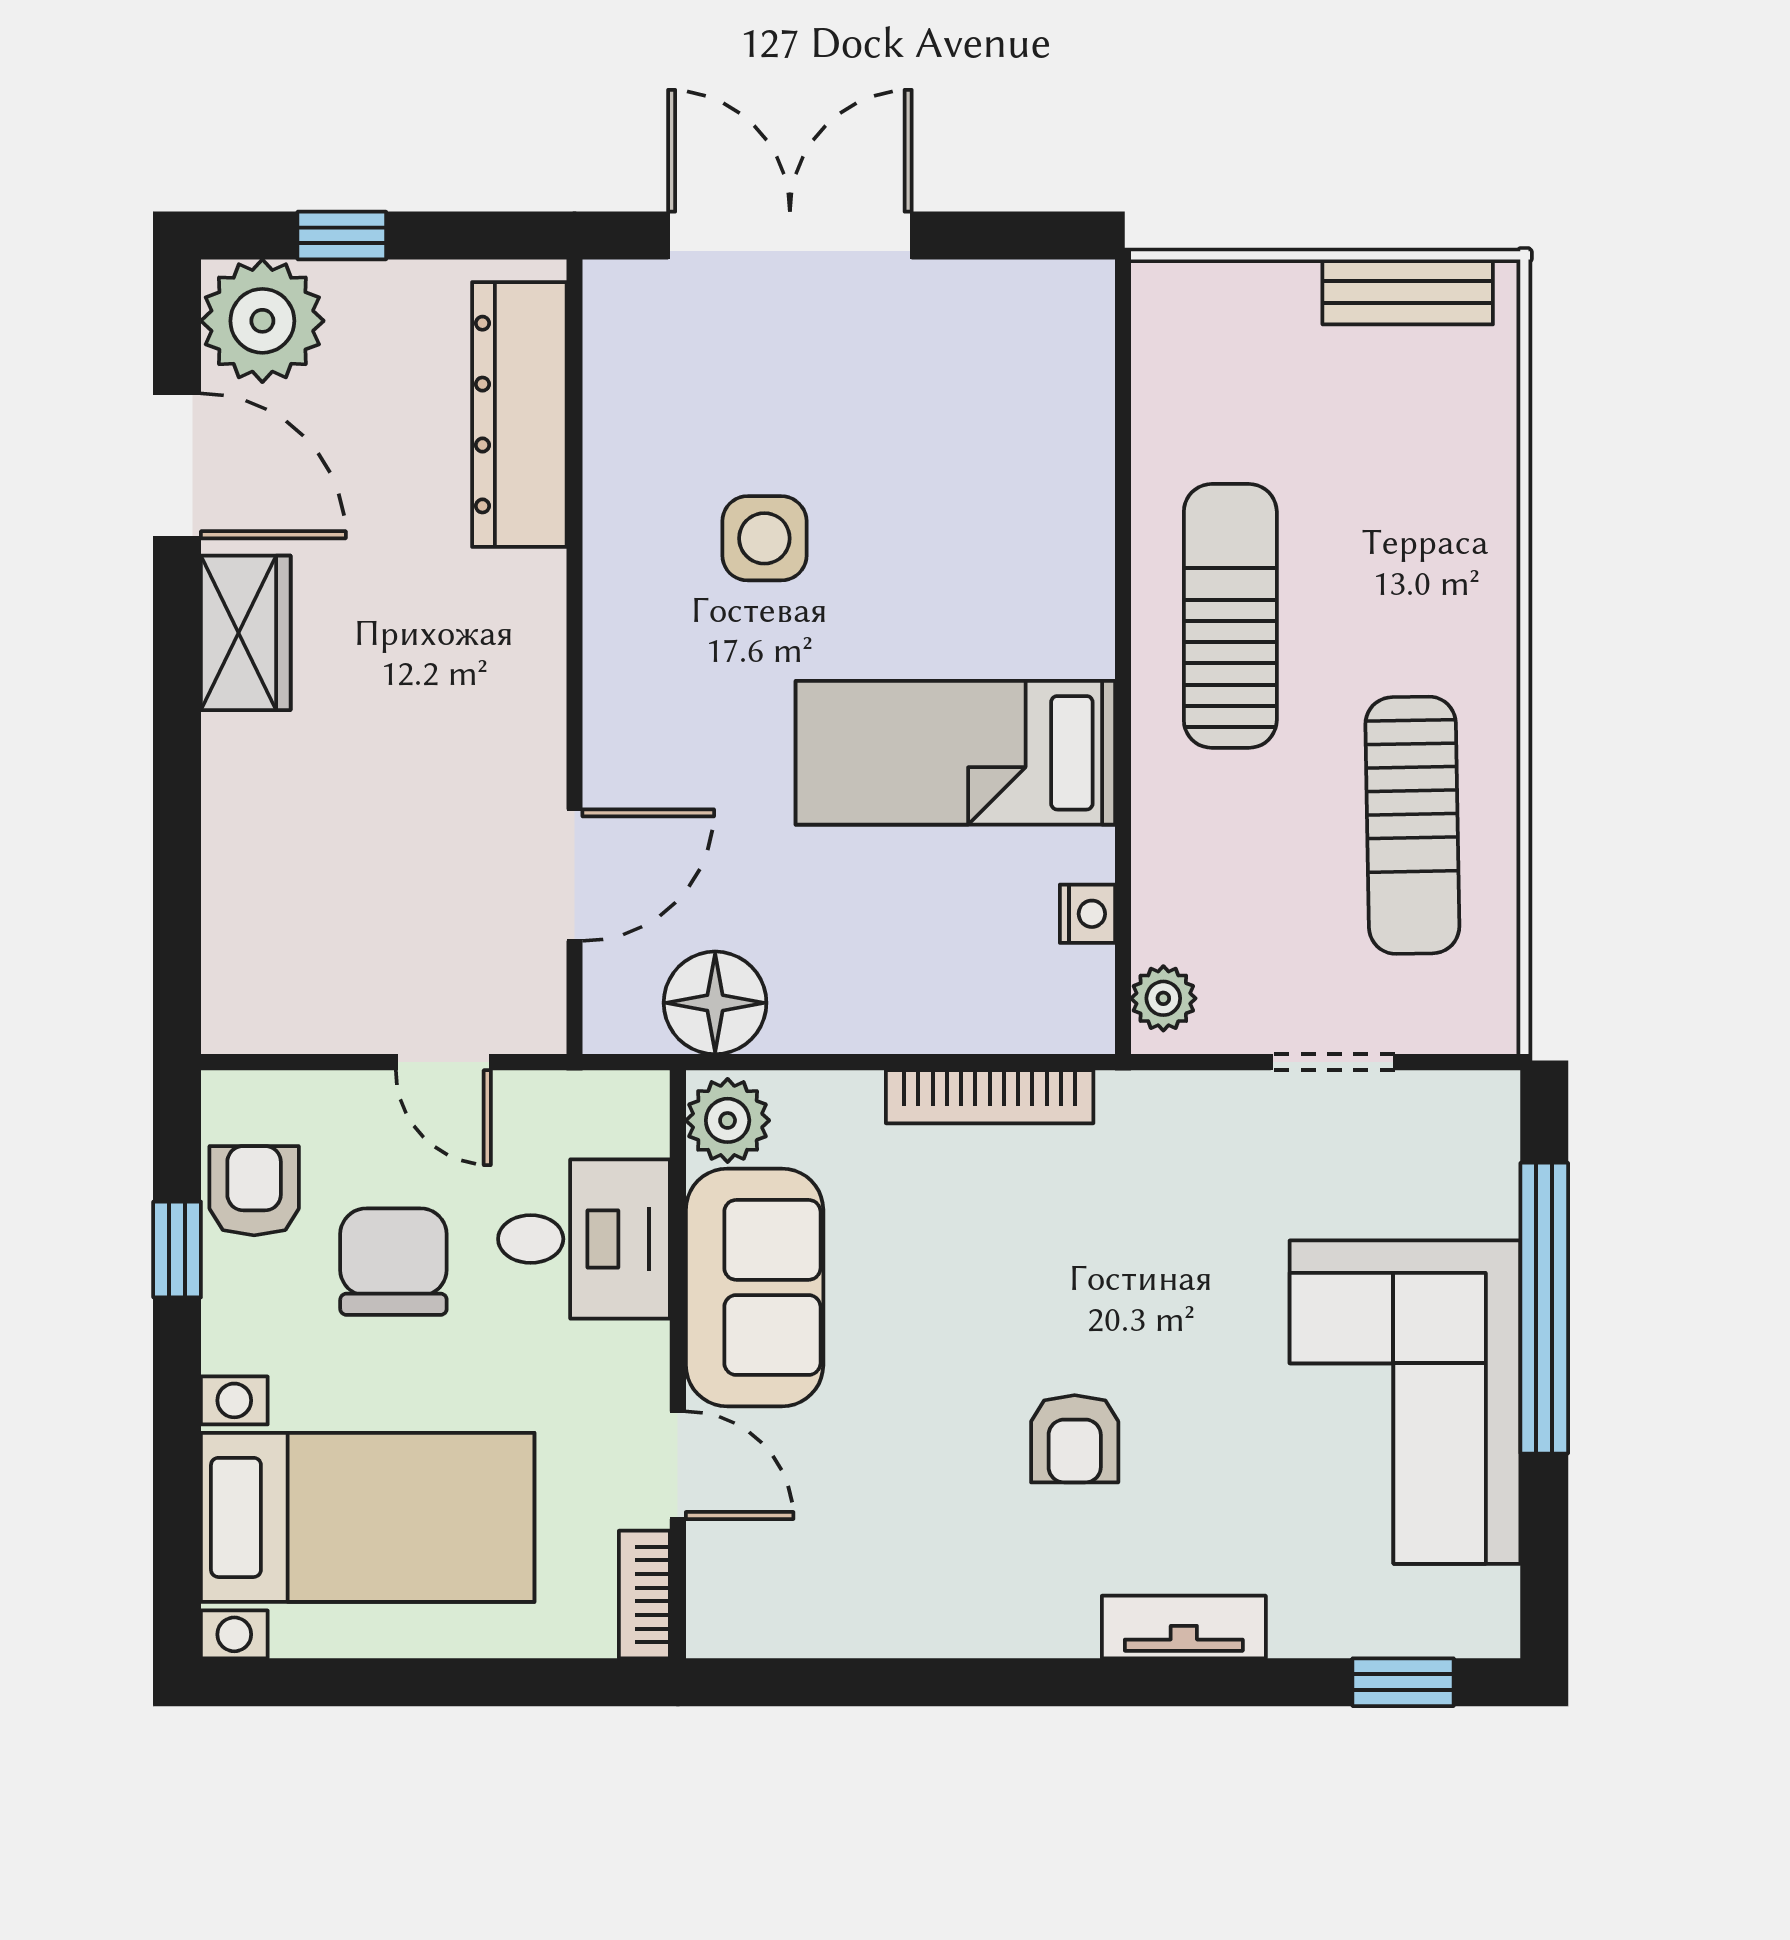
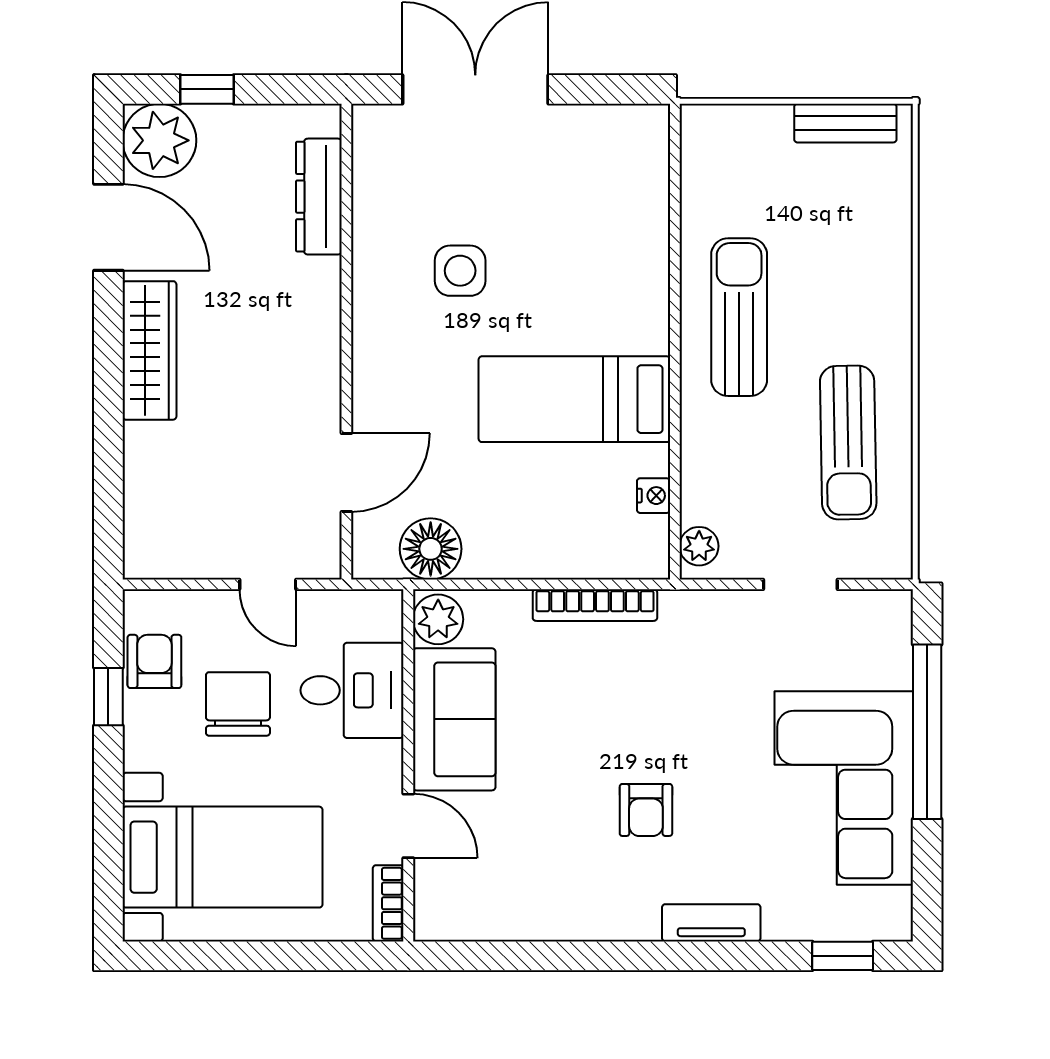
dresser: (519, 415) -> (319, 197), width x0.73, depth x0.80
wardrobe: (246, 633) -> (149, 350), width x1.50

